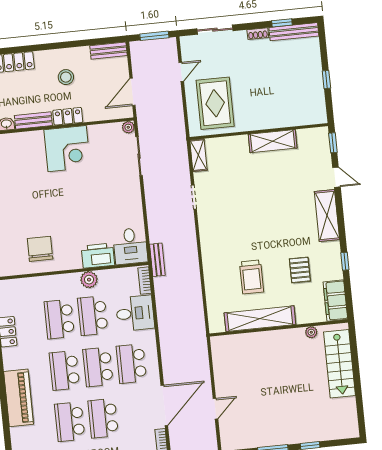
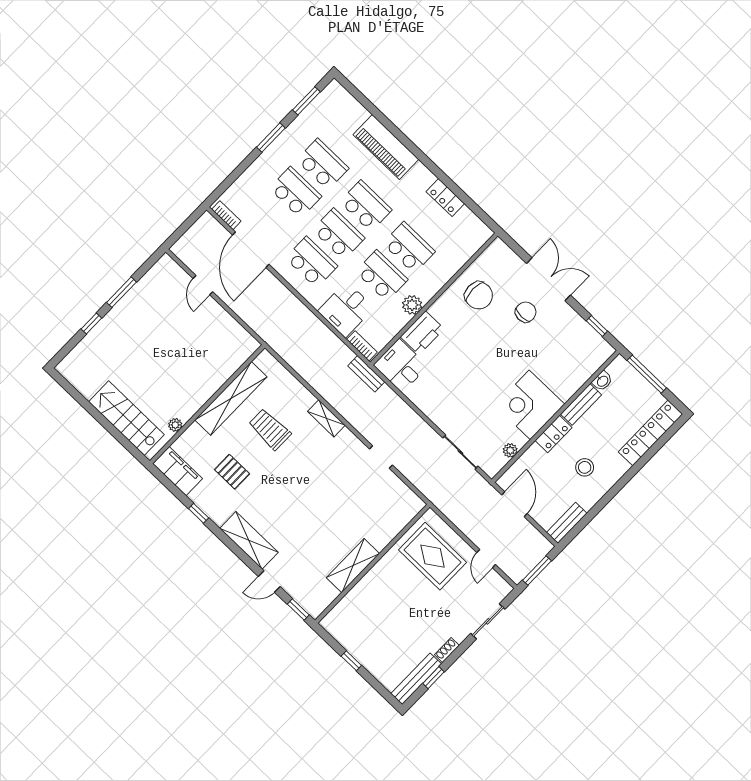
plant: (128, 127) -> (510, 450), moved
shelving: (198, 155) -> (326, 418), moved
chair: (18, 212) -> (526, 312), added

